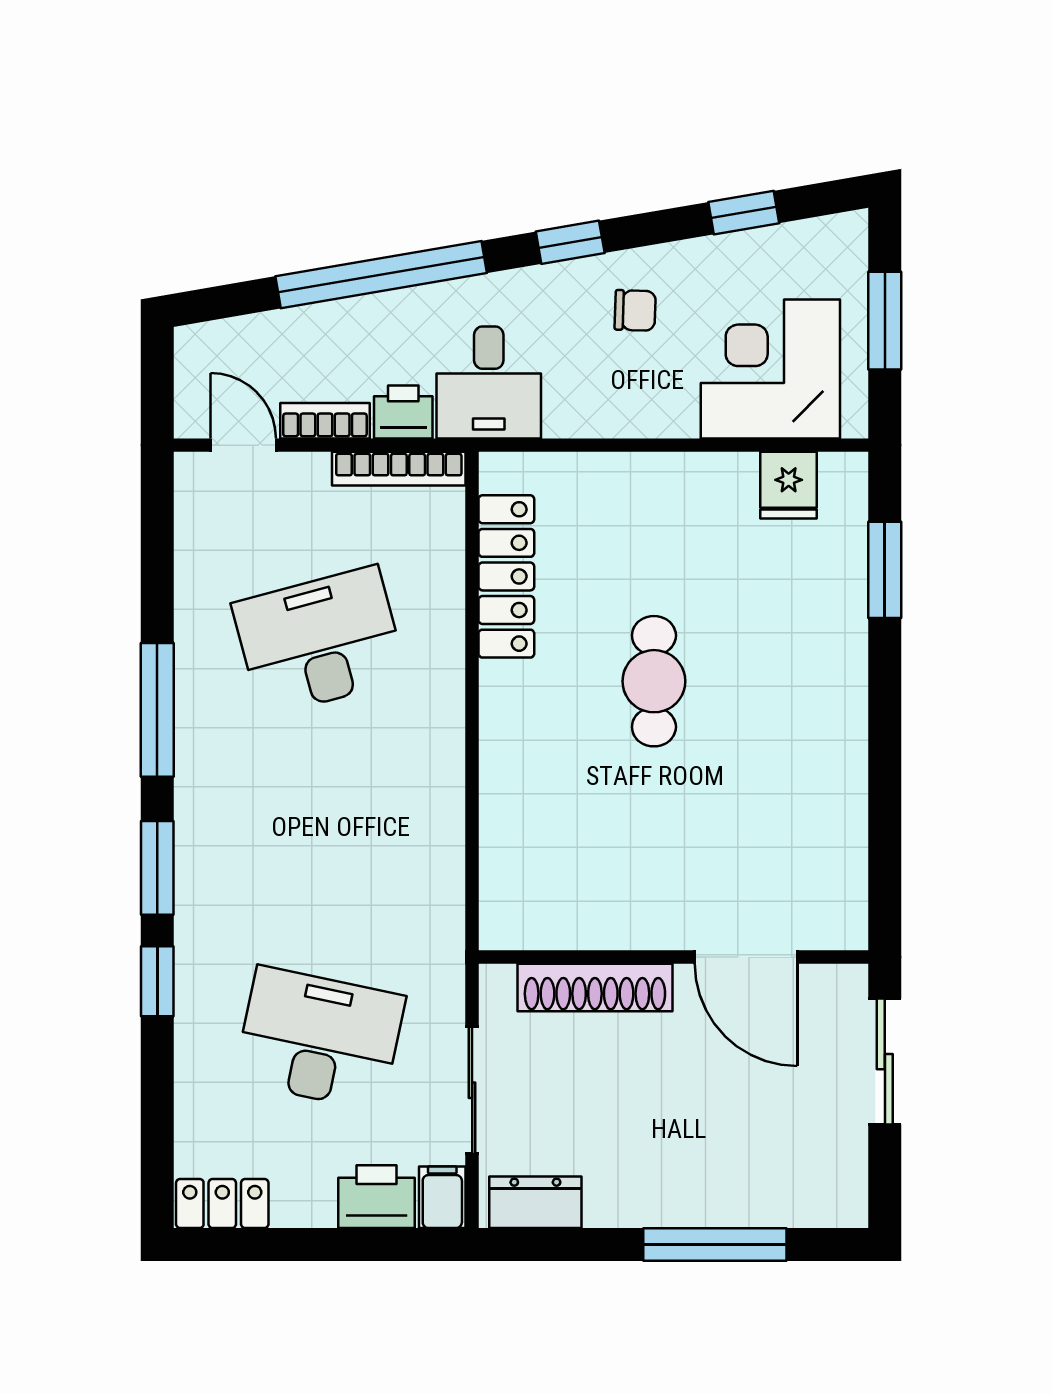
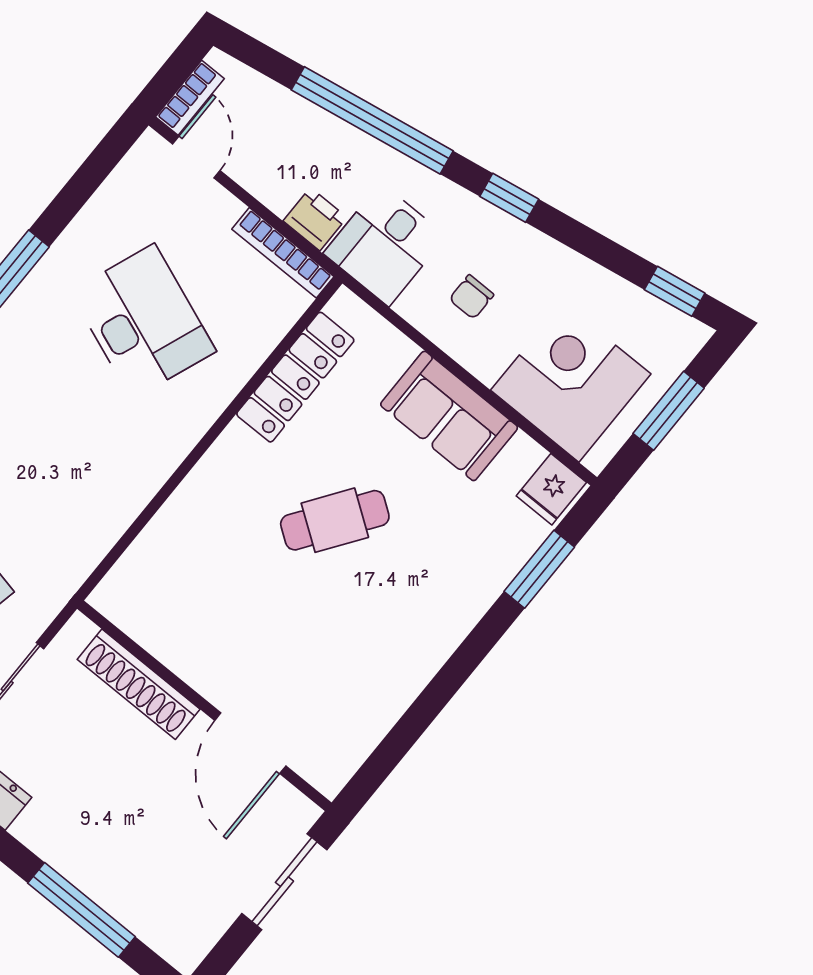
window: (744, 213) -> (675, 291), moved
chair: (635, 310) -> (471, 297), moved, turned 88
bookcase: (325, 421) -> (190, 98), moved, turned 90
fridge: (789, 485) -> (551, 489), moved
sofa: (681, 495) -> (449, 416), added
desk: (320, 641) -> (143, 321), turned 36
cafe table: (654, 681) -> (335, 520), turned 35

